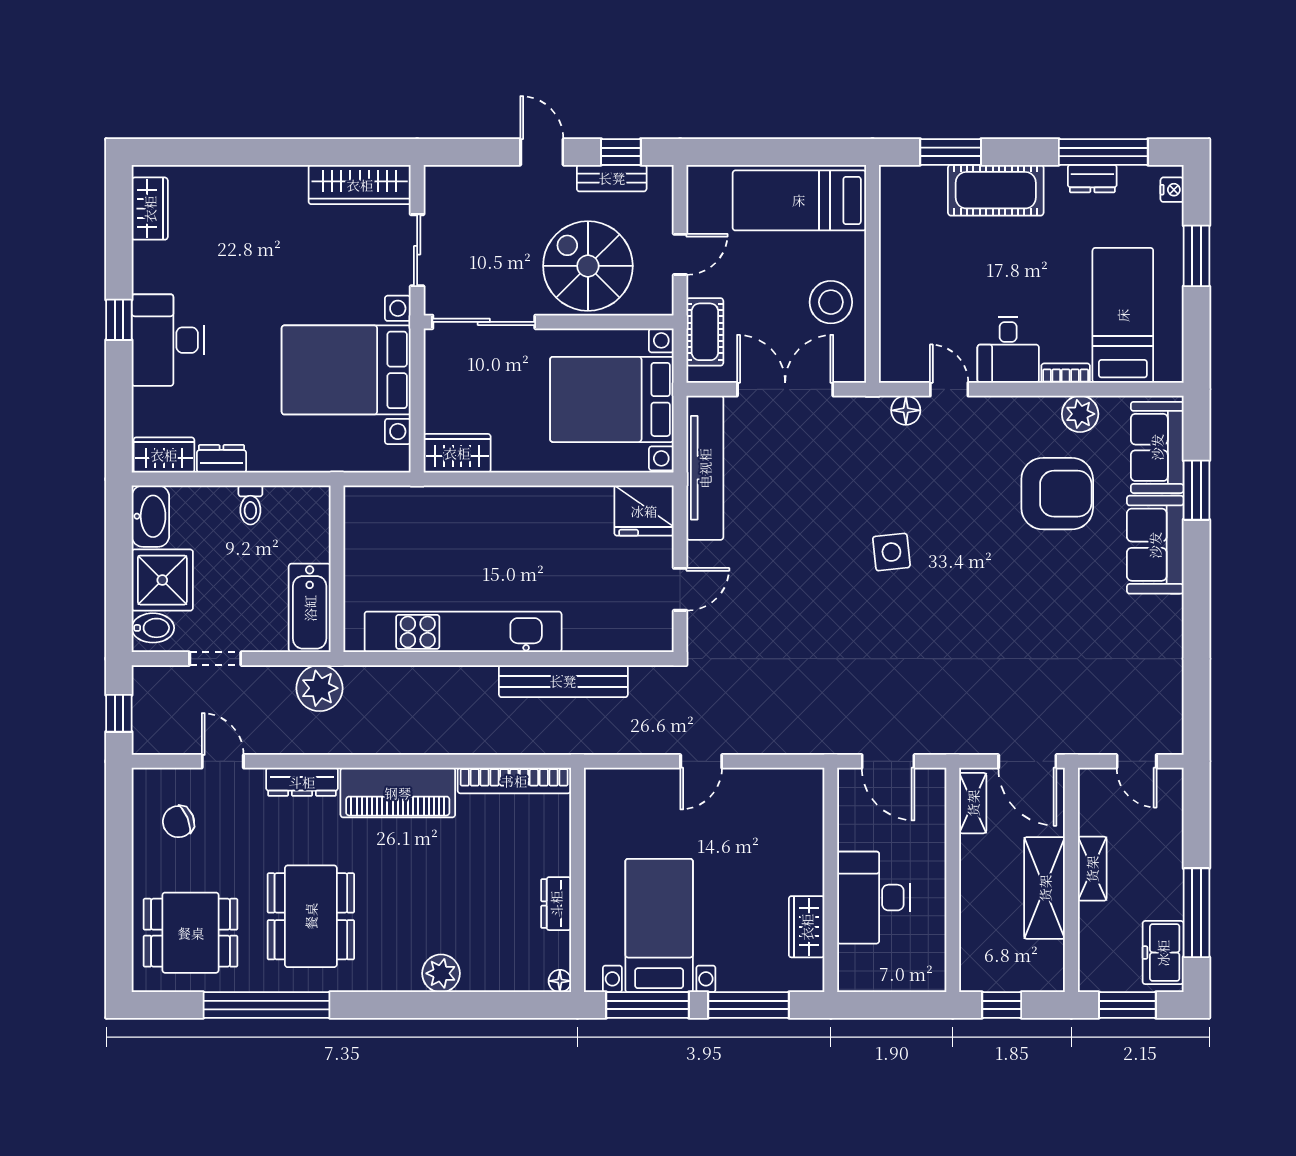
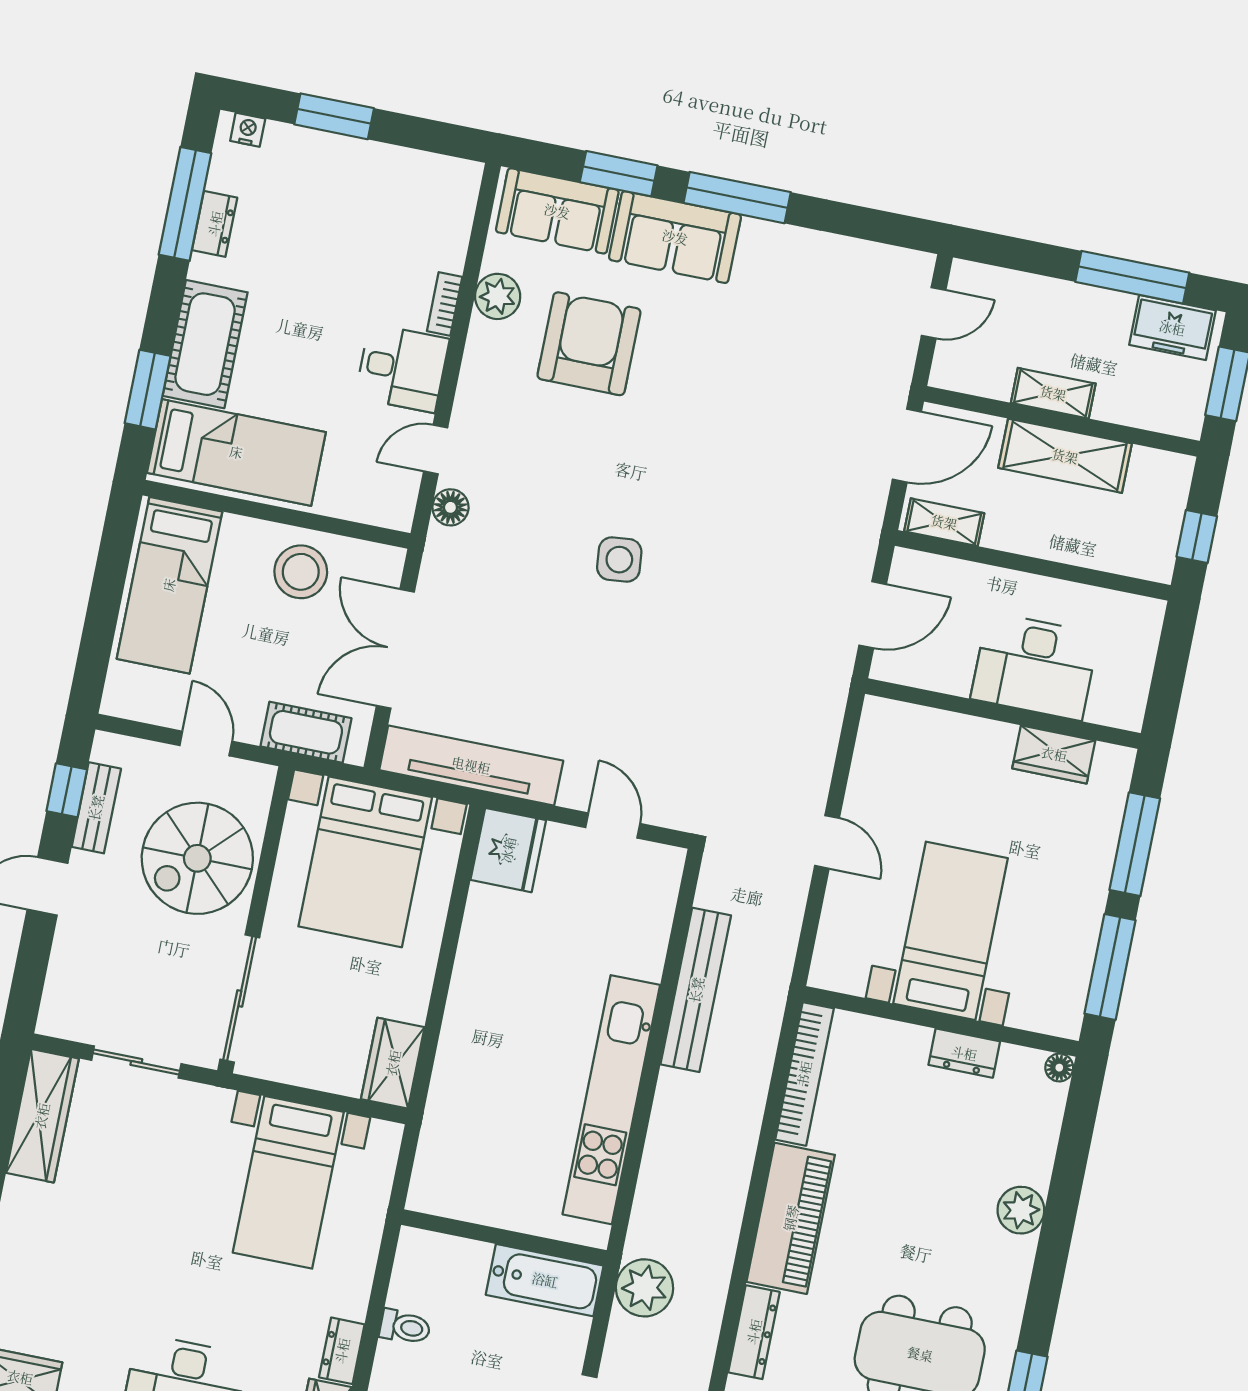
bed: (1123, 315) -> (236, 452), moved, turned 180
bed with nightstands: (346, 370) -> (288, 1182), width x0.73
window: (1196, 588) -> (737, 198), added
bed with nightstands: (659, 926) -> (951, 931), moved, turned 90

